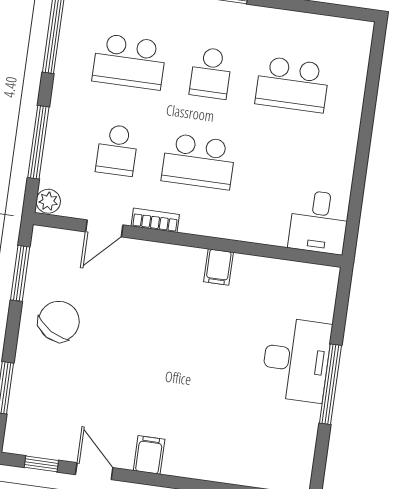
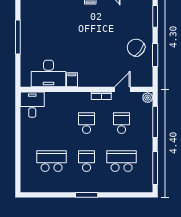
school desk: (199, 161) -> (87, 123), width x0.54
window: (20, 273) -> (155, 55), moved
chair: (59, 321) -> (136, 48), turned 96
desk: (296, 360) -> (49, 74), moved, turned -90

